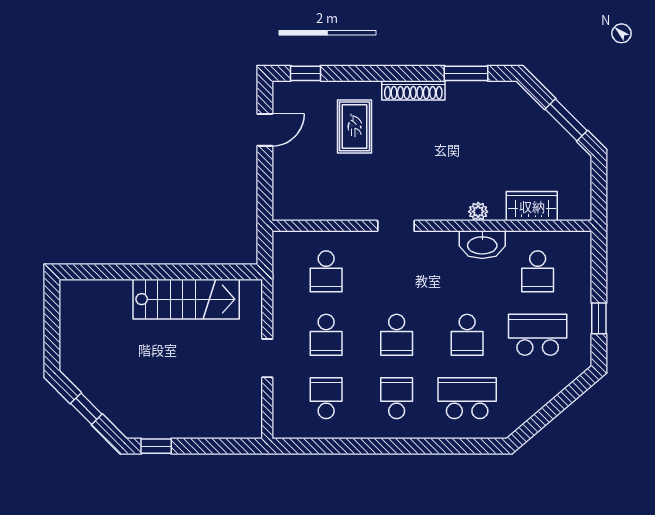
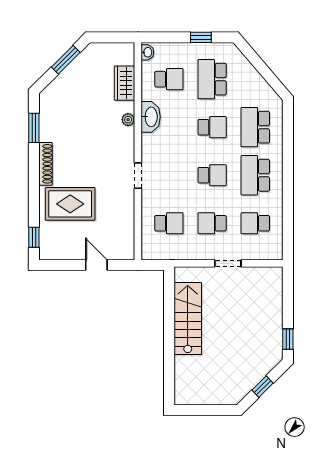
rug: (355, 126) -> (70, 204), width x1.36, depth x1.43
door: (265, 130) -> (96, 265), moved
washbasin: (577, 240) -> (147, 52), added
school desk: (326, 335) -> (212, 223), turned 180
school desk: (397, 398) -> (255, 175), width x1.85

